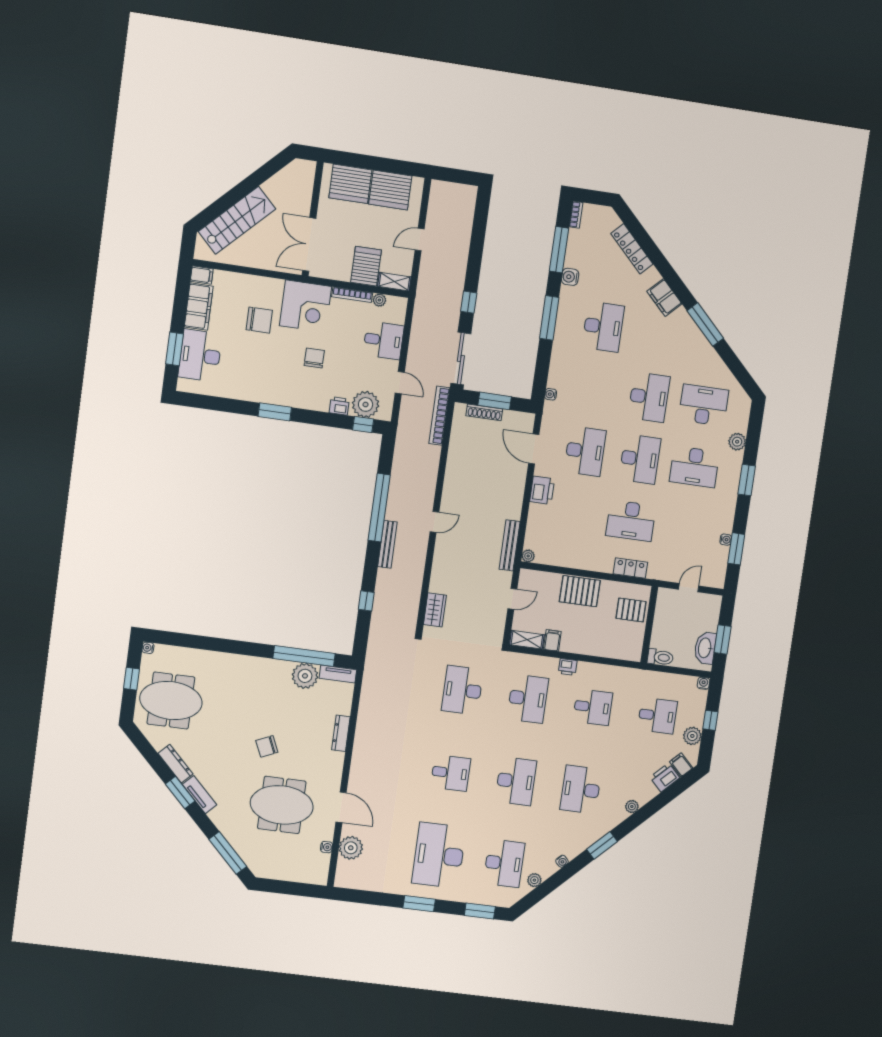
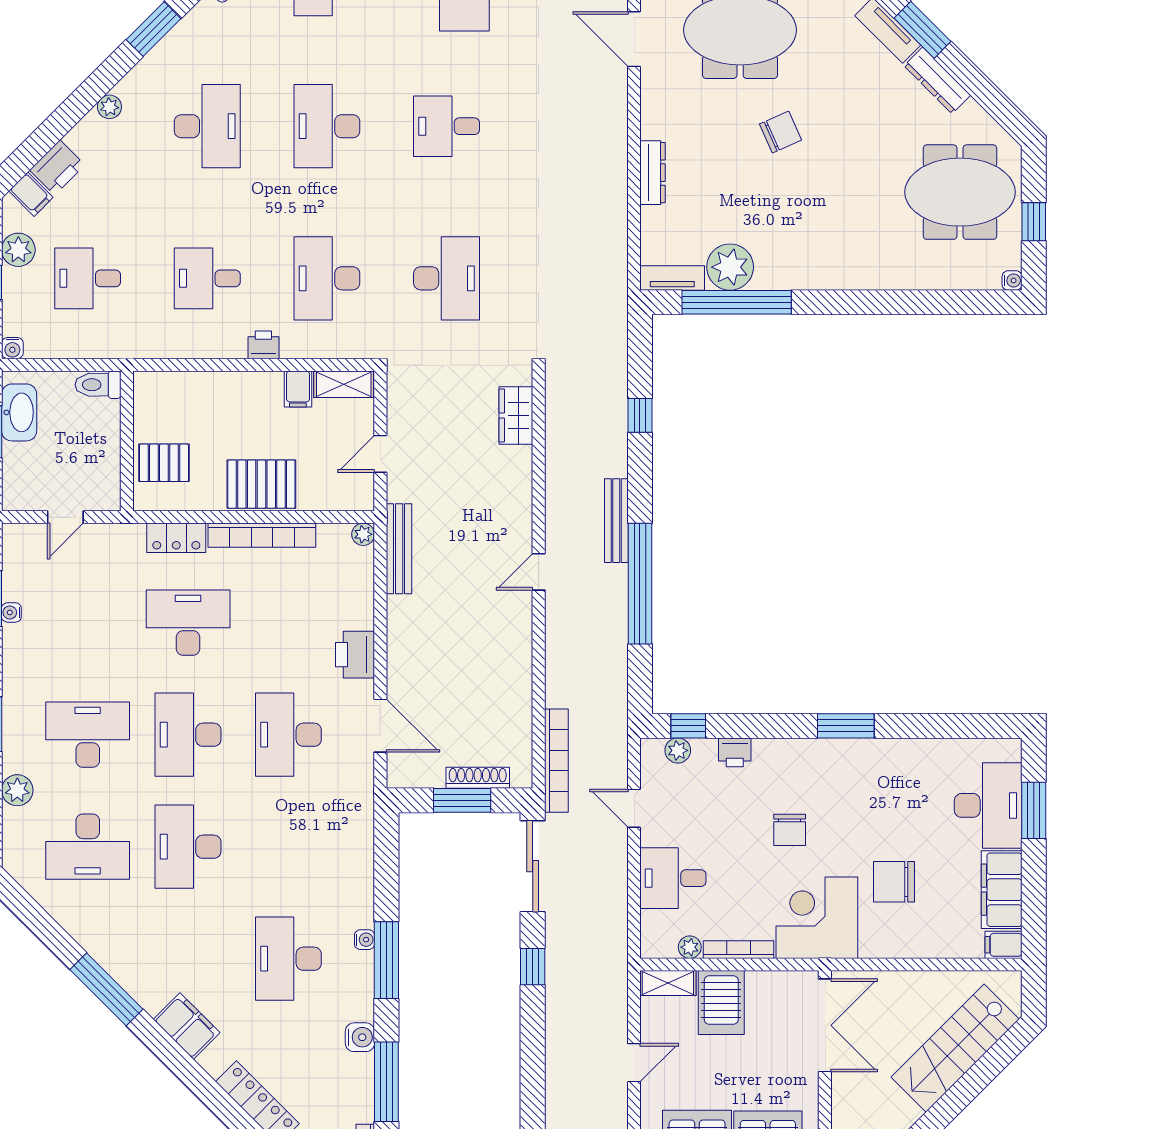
water cooler: (551, 394) -> (365, 940), moved
plant: (366, 404) -> (678, 750), width x0.53, depth x0.53
bookcase: (584, 563) -> (262, 535), added

